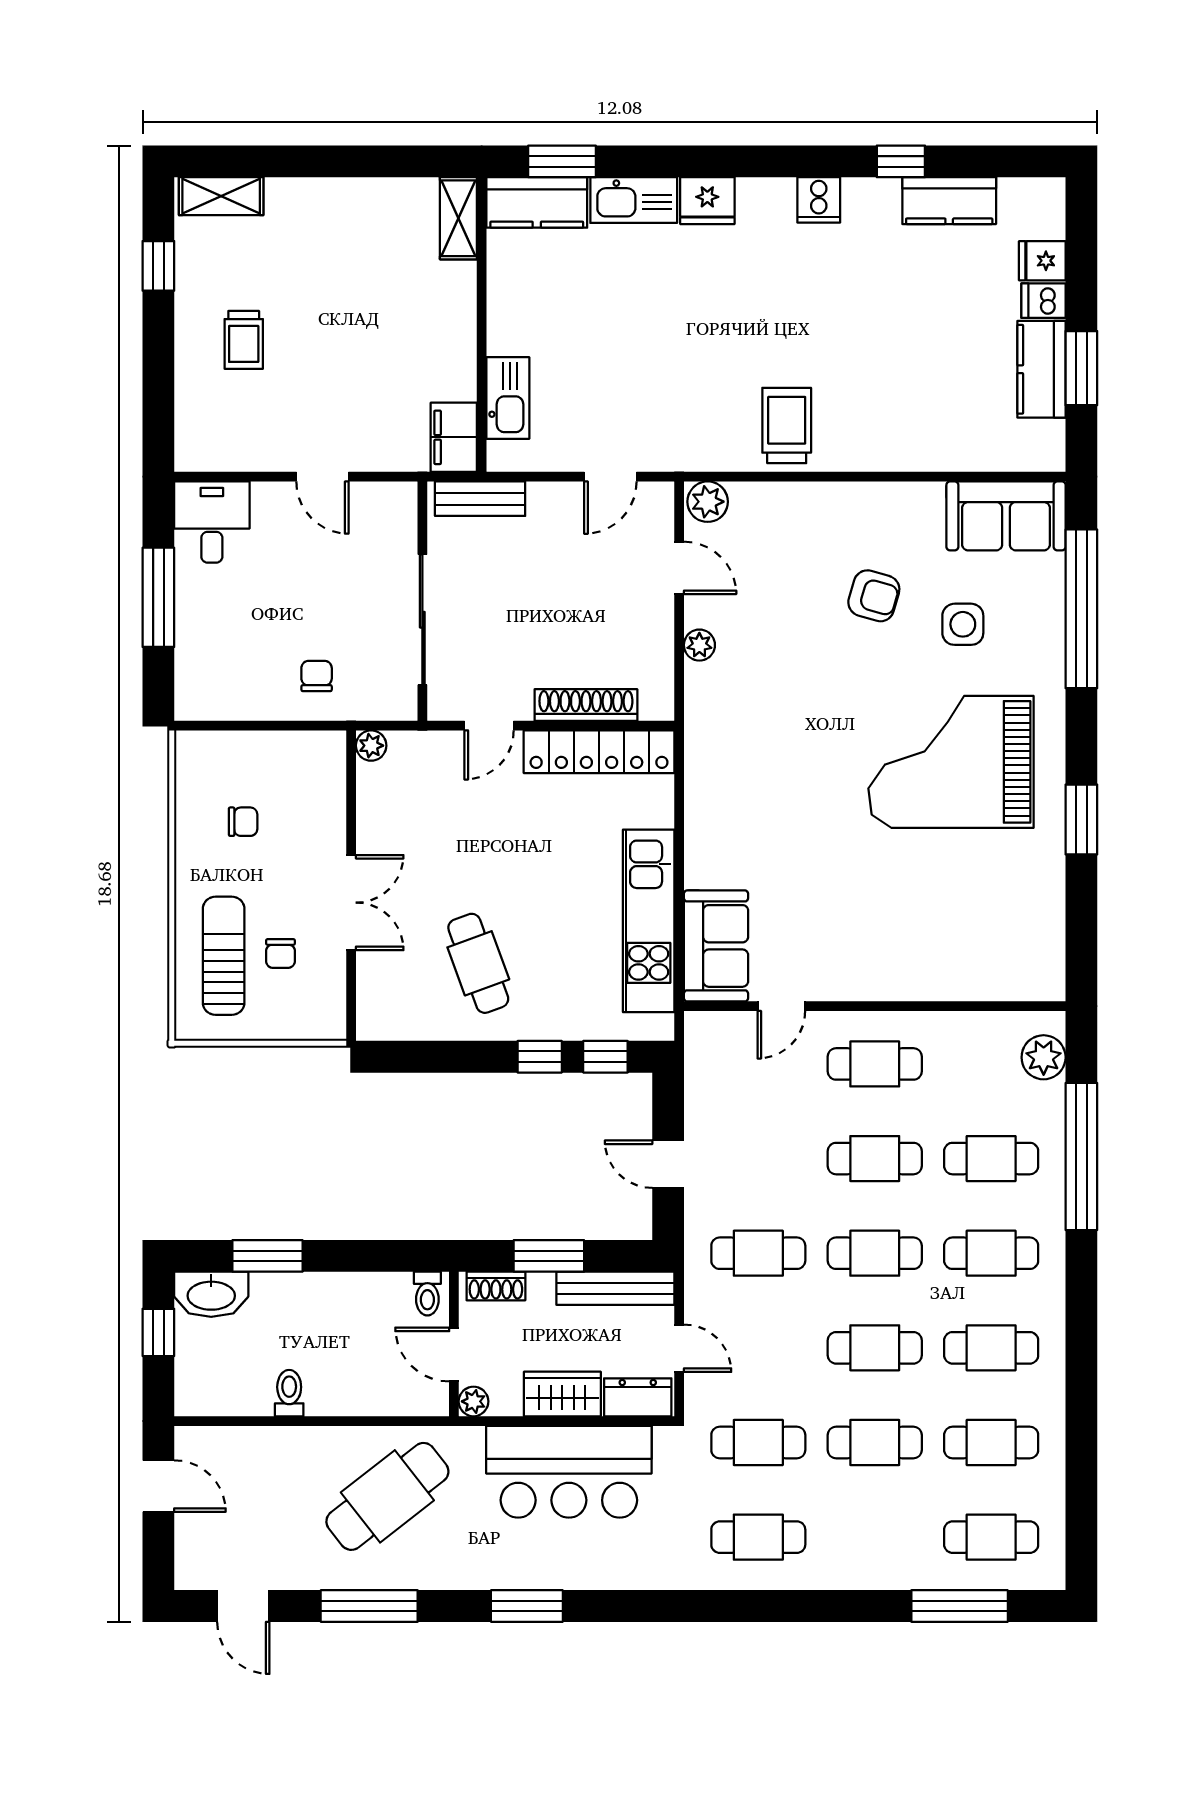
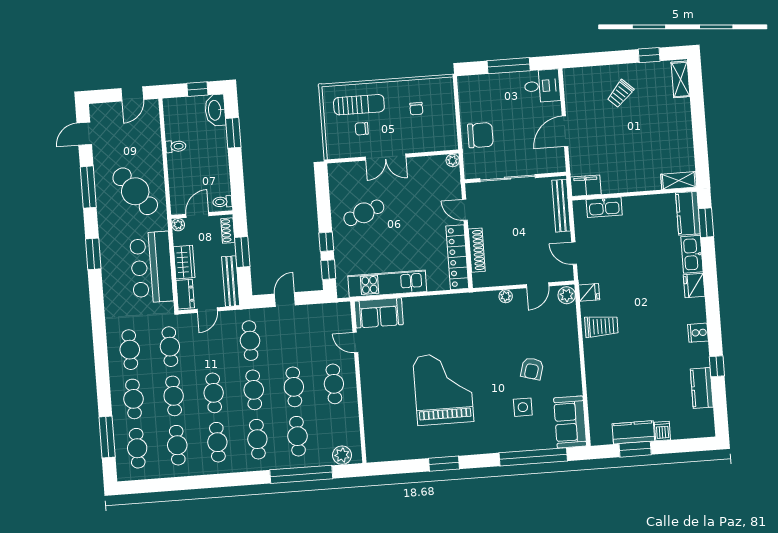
fridge: (1042, 261) -> (589, 292), moved, turned 90
trolley: (244, 340) -> (620, 94), turned -47
door: (322, 477) -> (565, 131), width x1.38
bench: (480, 499) -> (561, 206), width x1.36
chair: (317, 676) -> (480, 135), width x1.87, depth x1.87
grand piano: (951, 762) -> (443, 389), moved
cafe table: (875, 1537) -> (133, 399), added

